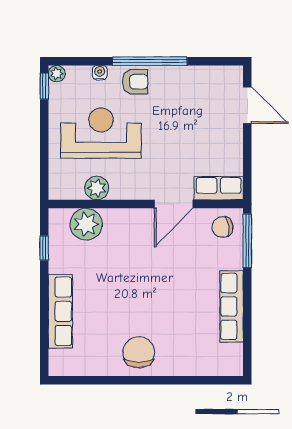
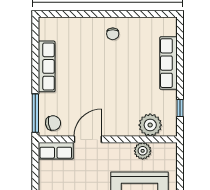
chair: (139, 352) -> (113, 34), width x0.54, depth x0.54

